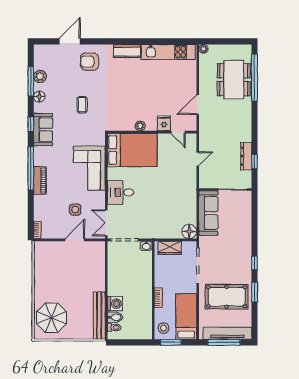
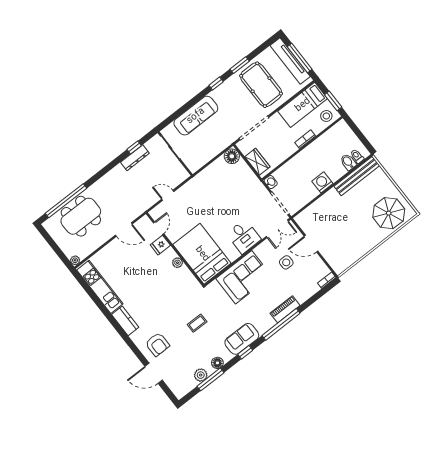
sofa: (208, 213) -> (196, 116), moved, turned 180
washing machine: (115, 304) -> (322, 182), moved

